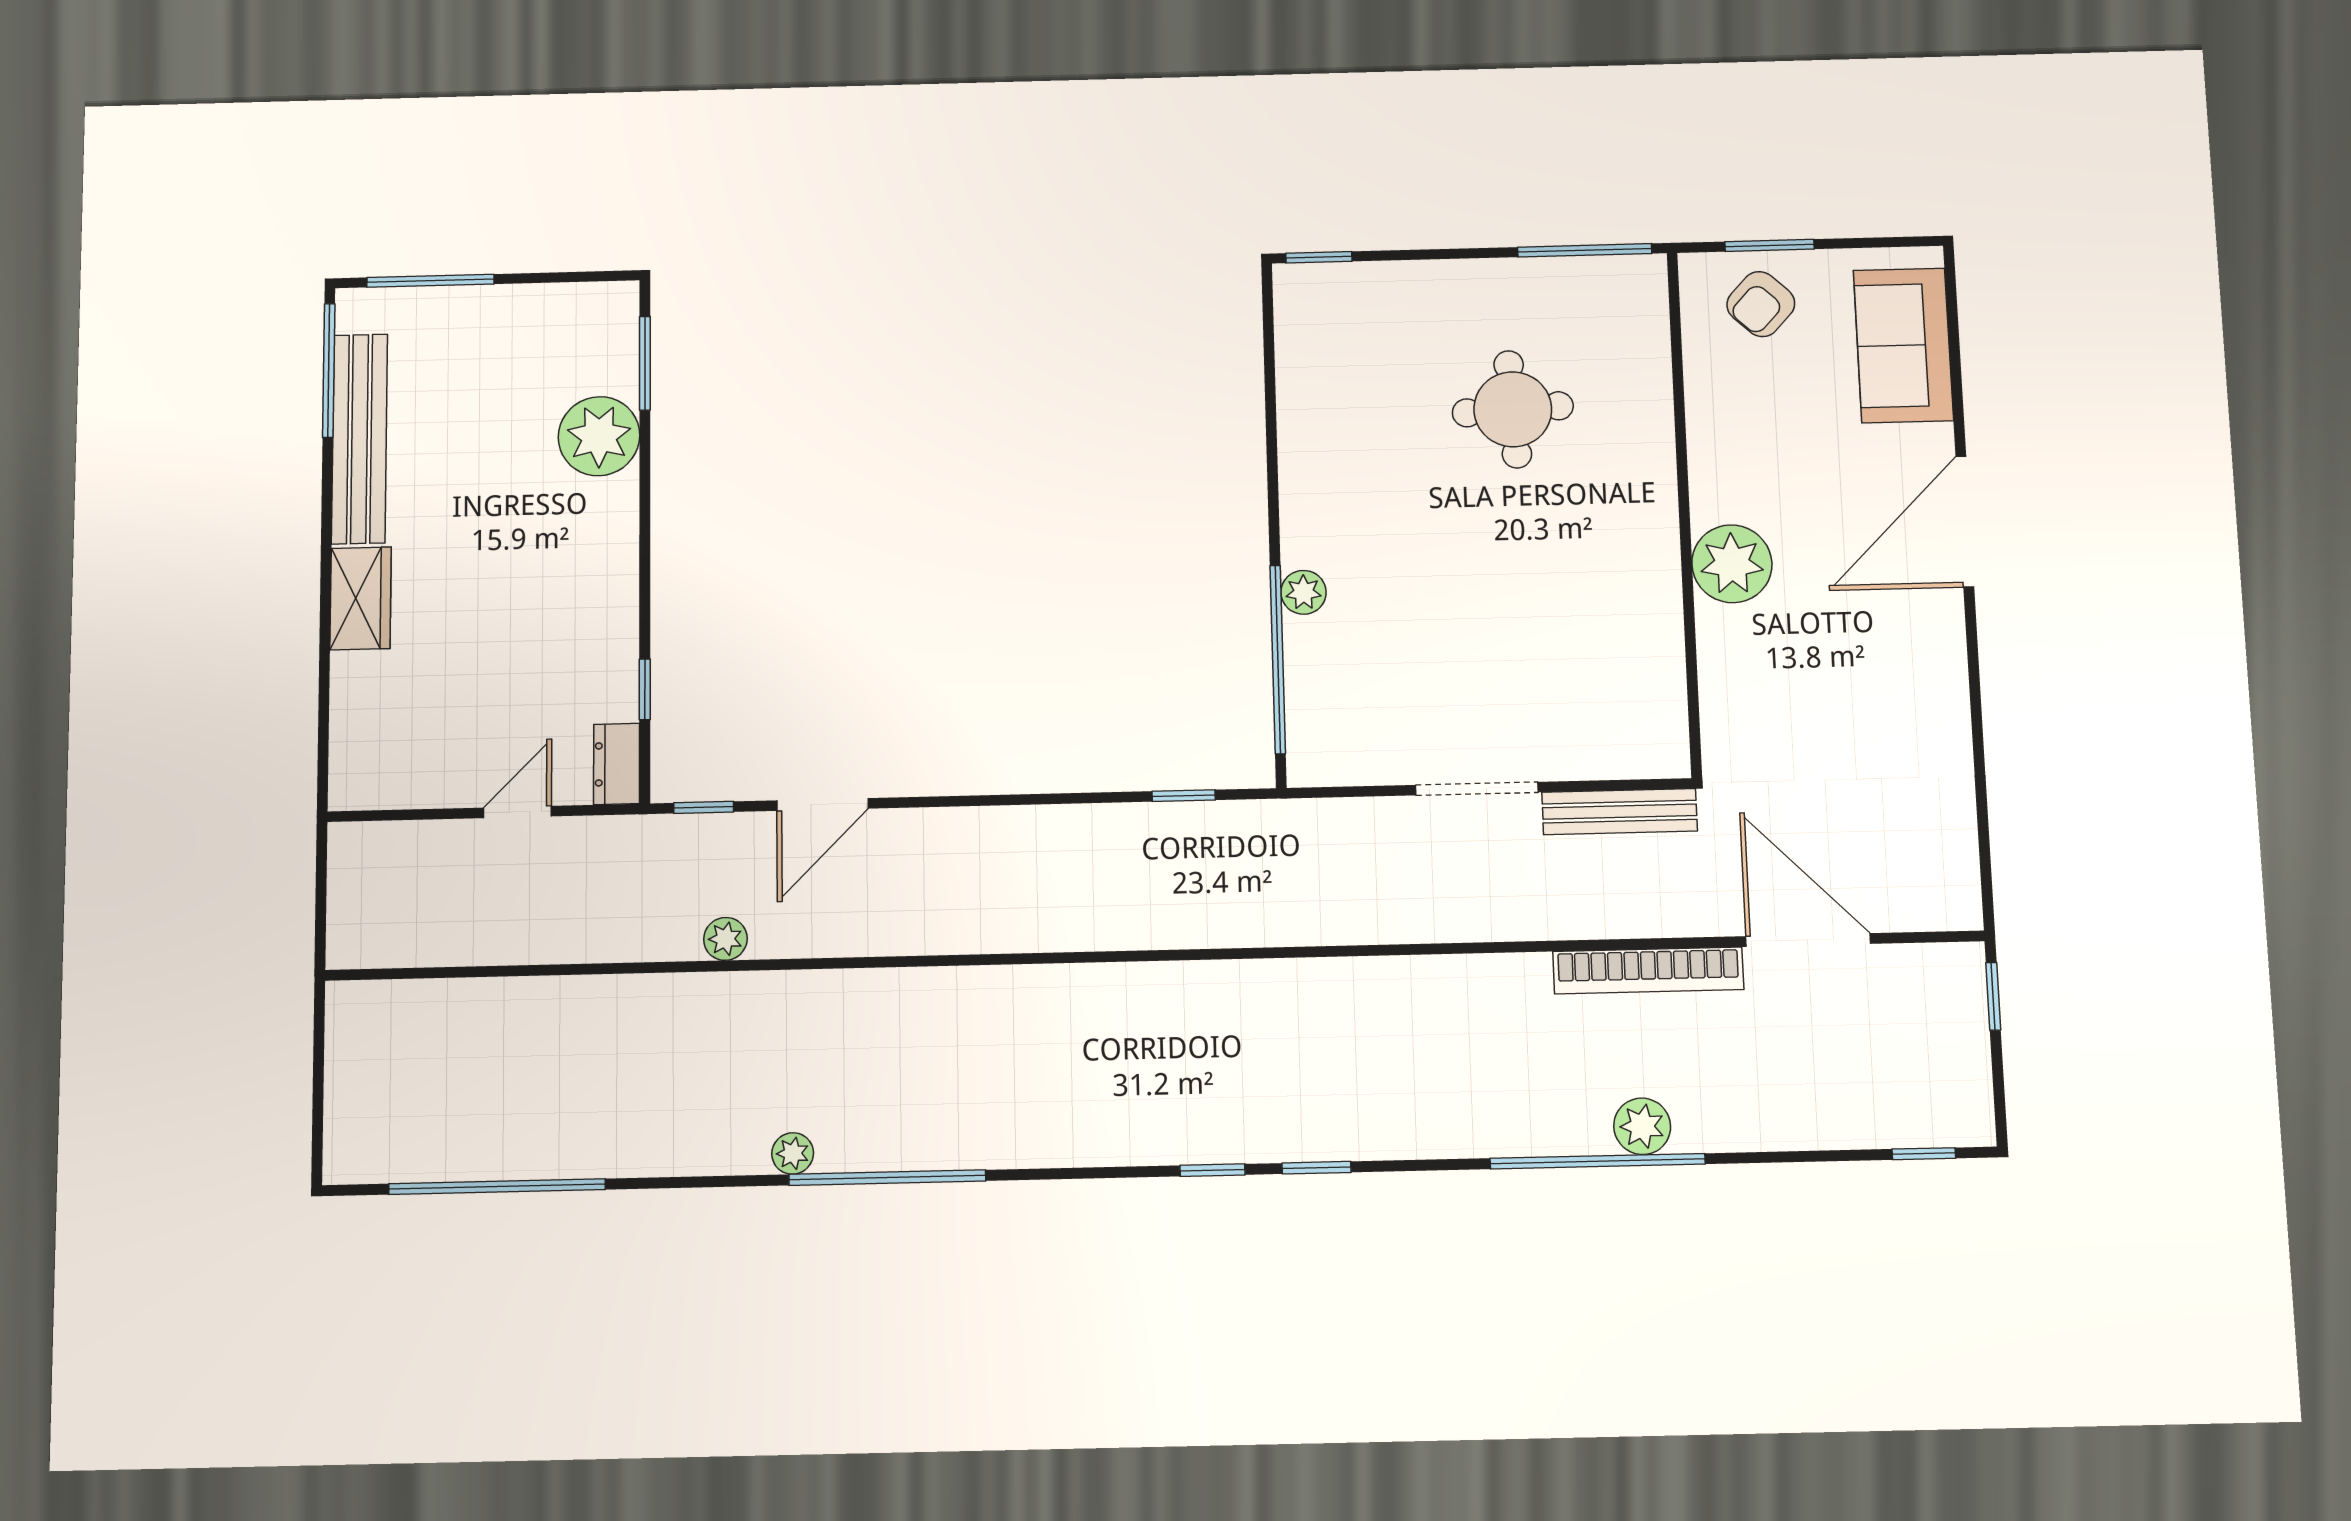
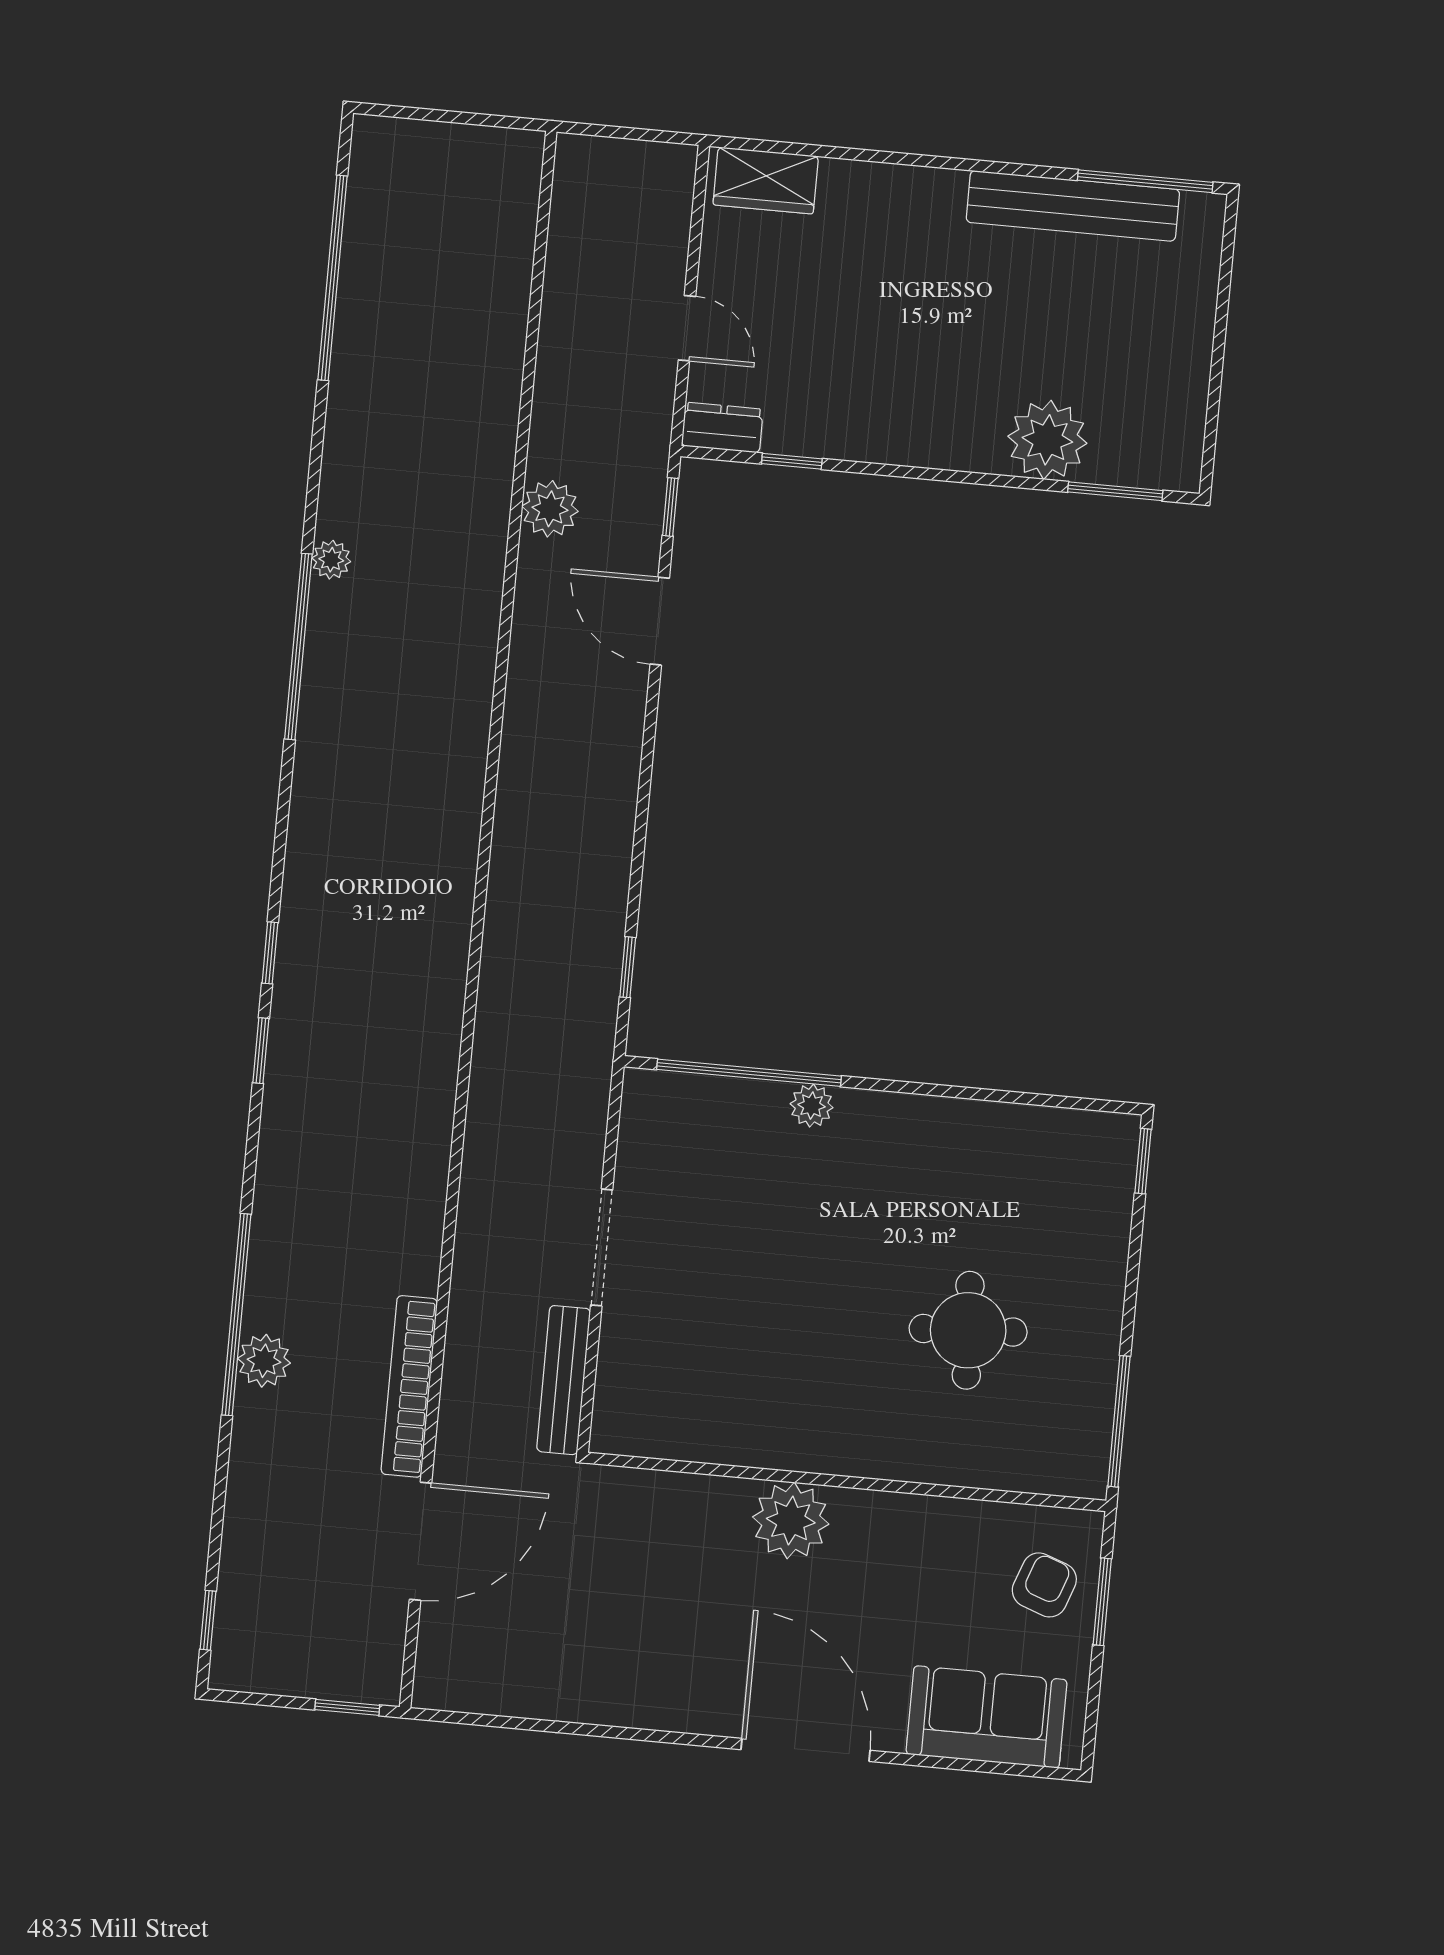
window: (430, 281) -> (1224, 288), removed
armchair: (1761, 304) -> (1044, 1585), turned 67
wardrobe: (361, 598) -> (766, 180), moved
plant: (725, 939) -> (550, 509), width x1.38, depth x1.38

